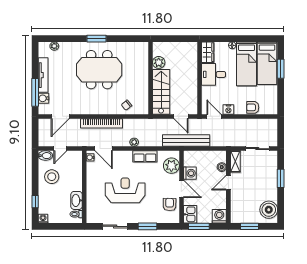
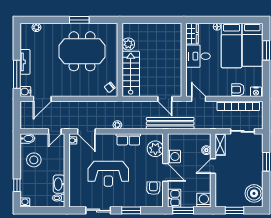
plant: (159, 62) -> (128, 44), moved
tv unit: (43, 75) -> (25, 62), width x0.71
wall: (150, 78) -> (120, 60), moved
stairs: (161, 92) -> (131, 74), moved
water cooler: (43, 98) -> (25, 92), moved
nightstand: (228, 110) -> (256, 92), moved
bookcase: (101, 123) -> (238, 106), moved
door: (60, 149) -> (55, 131), moved
reception desk: (125, 190) -> (108, 174), turned 180

